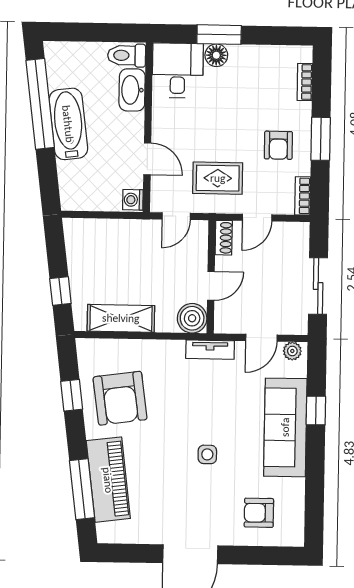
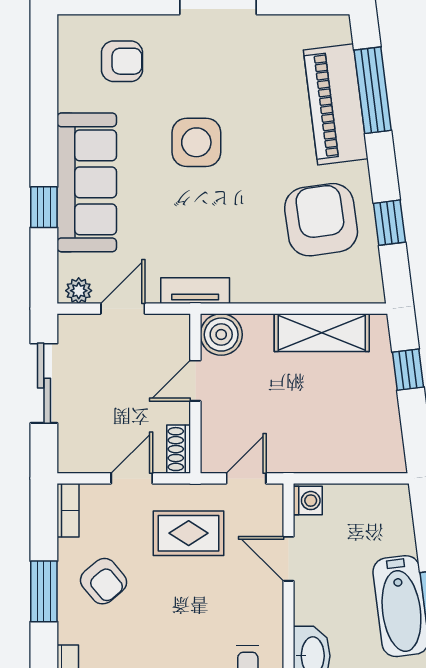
armchair: (278, 145) -> (104, 581), turned 140
side table: (207, 454) -> (196, 142), width x1.87, depth x1.87

